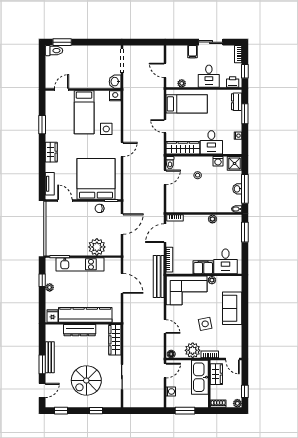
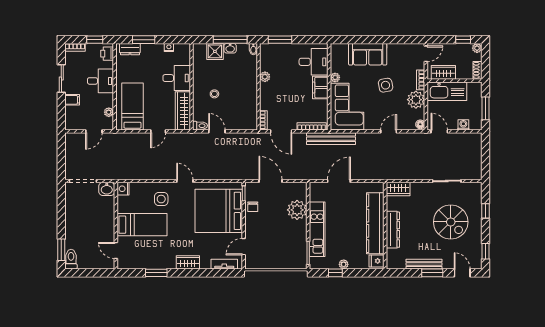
washing machine: (218, 161) -> (198, 70), removed
shower: (235, 163) -> (215, 51), moved
wardrobe: (115, 340) -> (398, 189), width x0.67

